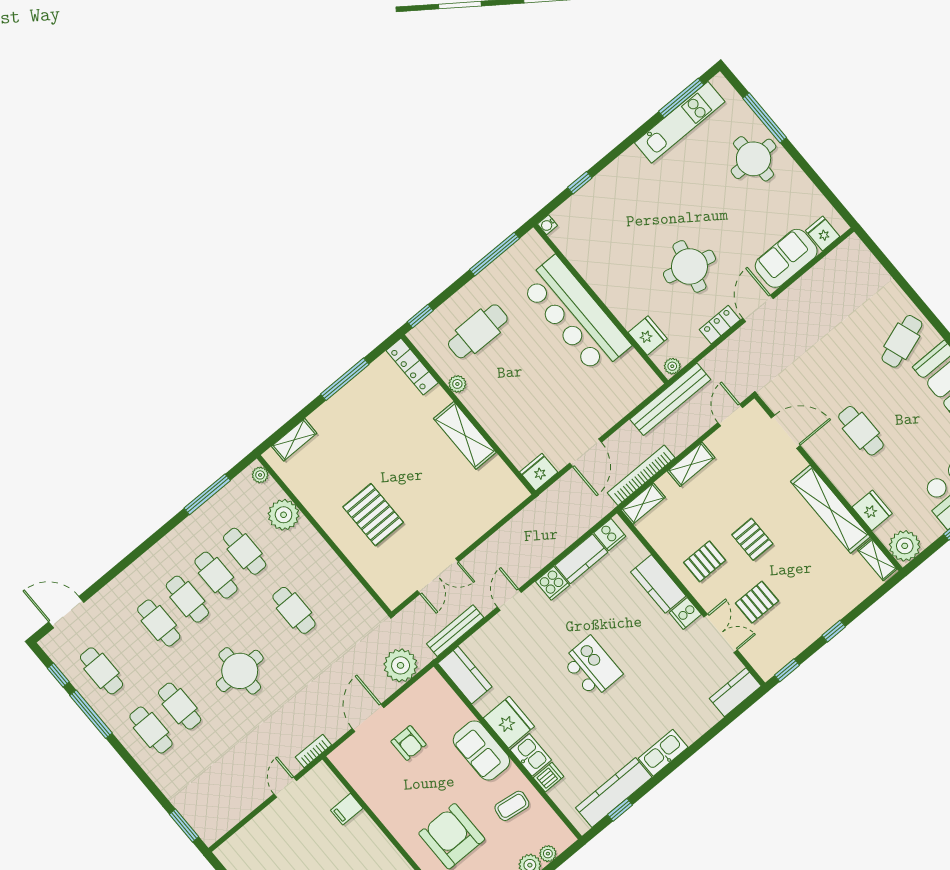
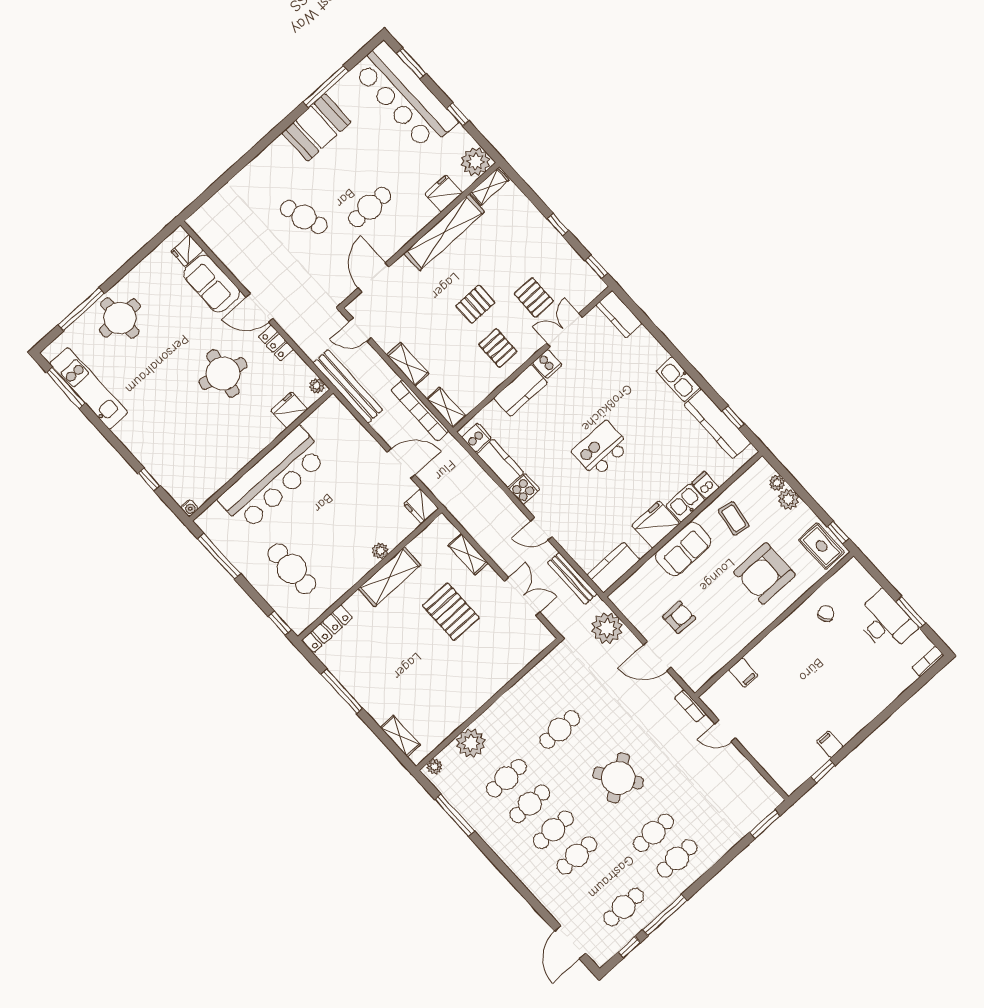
cafe table: (902, 341) -> (304, 217), moved
plant: (457, 384) -> (380, 551), moved
pallet: (373, 515) -> (451, 612), moved, turned 90
shelving: (485, 520) -> (468, 554), added
round table: (240, 671) -> (618, 778), turned -34

